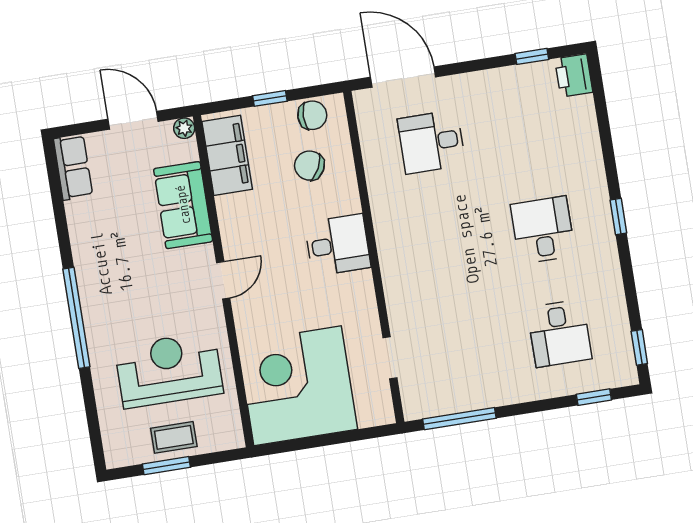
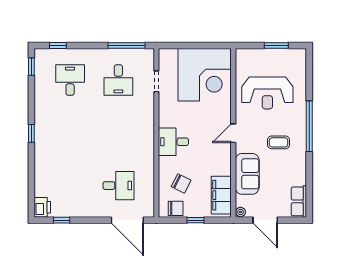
chair: (312, 115) -> (176, 208), turned 180
desk: (543, 230) -> (118, 80), moved
coffee table: (174, 437) -> (279, 142), moved

